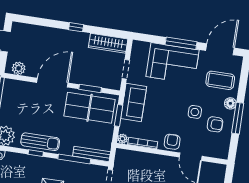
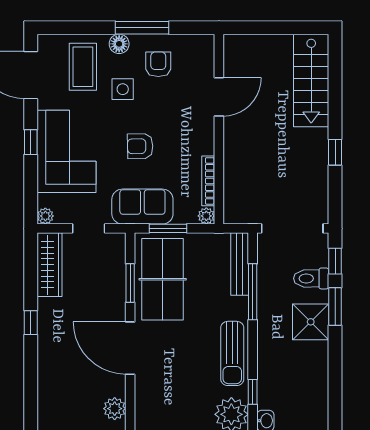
window: (181, 43) -> (31, 142), width x0.46
plant: (137, 45) -> (45, 216), added
side table: (195, 112) -> (123, 89), moved
sun lounger: (40, 142) -> (232, 353), turned 180
armchair: (172, 142) -> (140, 146), moved
window: (36, 153) -> (253, 392), moved

